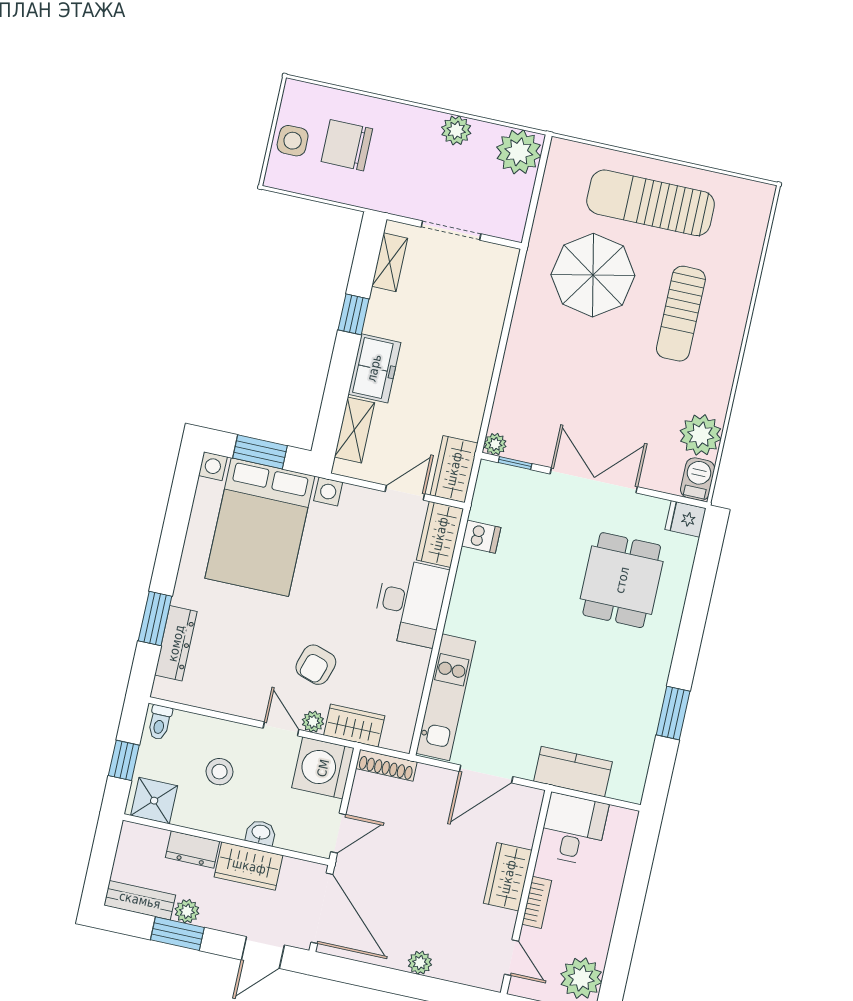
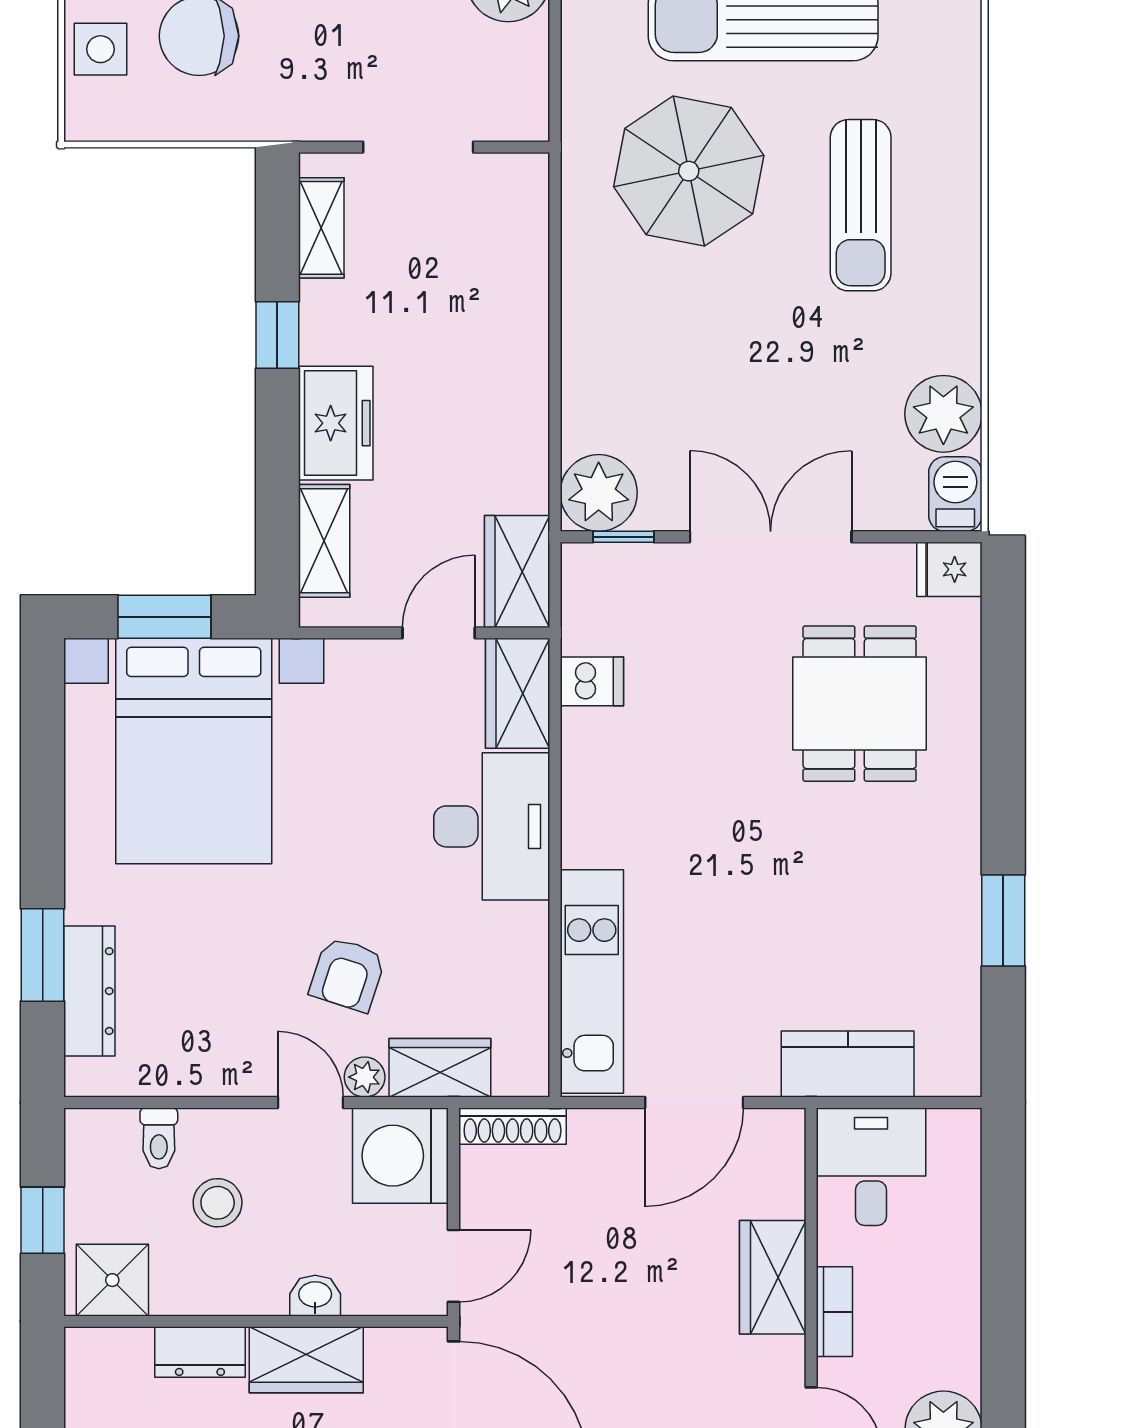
plant: (495, 444) -> (599, 493), width x1.88, depth x1.88
toilet: (160, 722) -> (159, 1138), moved

